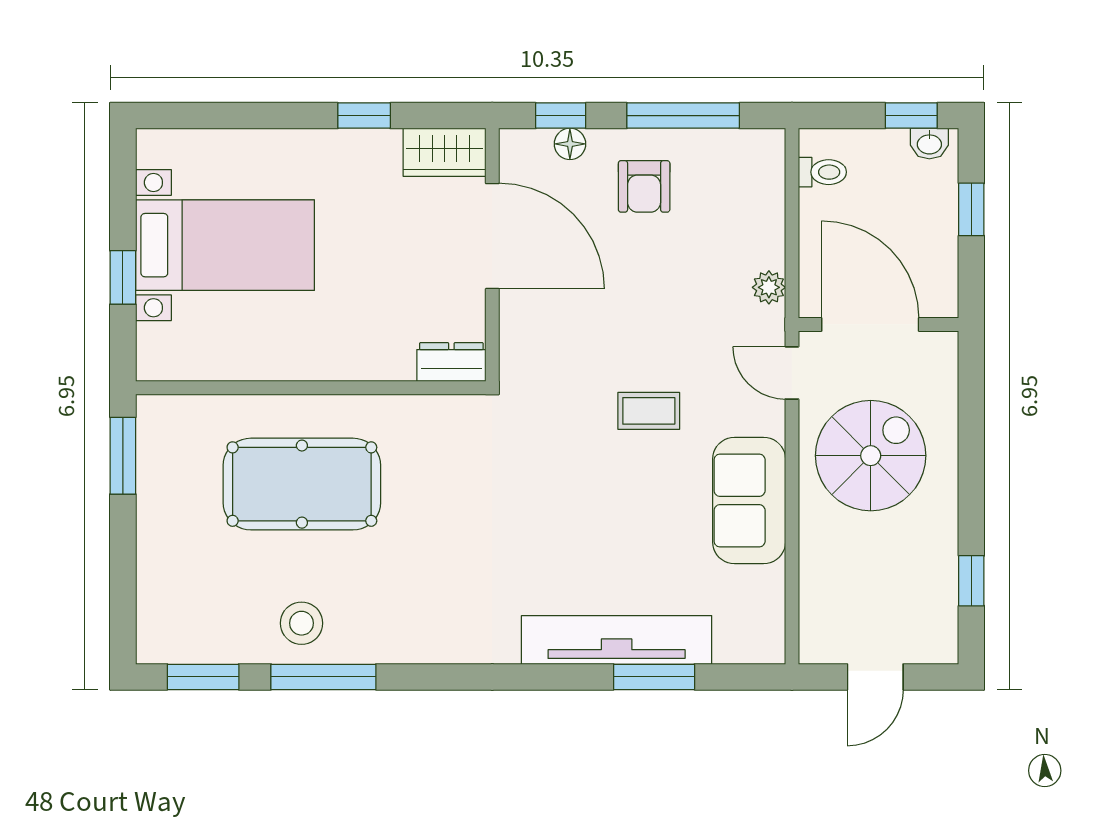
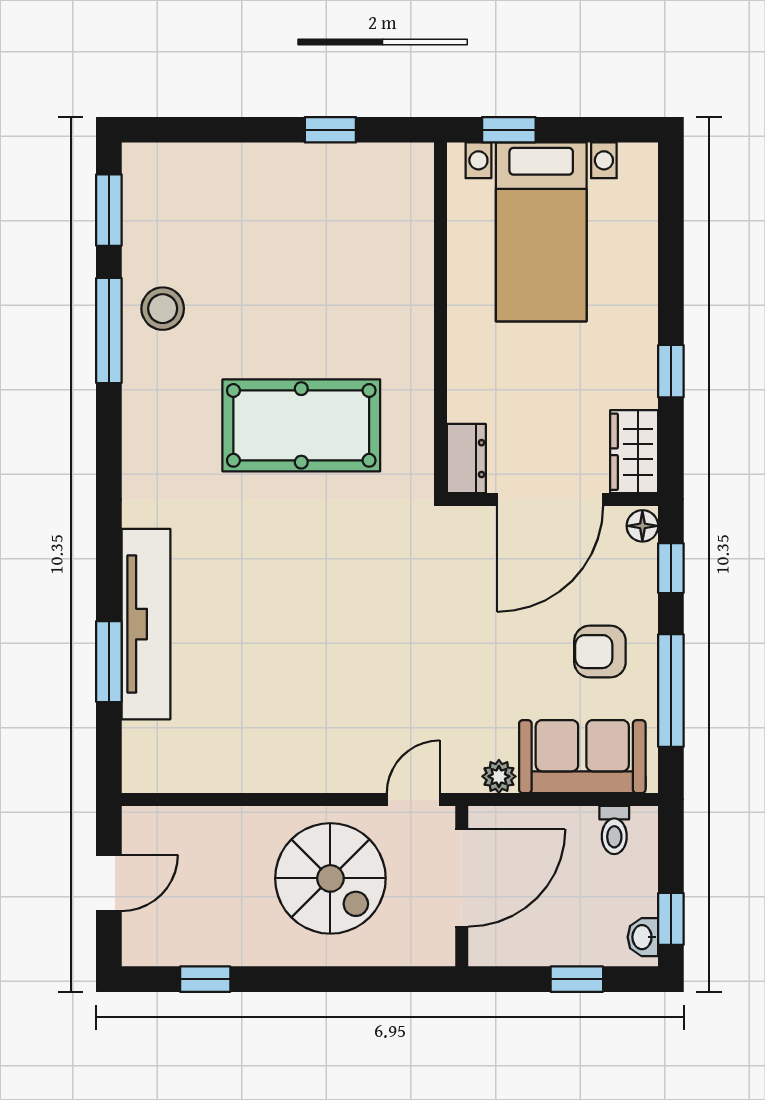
floor lamp: (570, 144) -> (642, 526), moved
dresser: (451, 362) -> (466, 459), moved
wall: (311, 388) -> (441, 318), moved
coffee table: (649, 411) -> (375, 656), removed
window: (123, 456) -> (330, 130), width x0.67
pool table: (302, 484) -> (301, 425), moved, turned 90
sofa: (749, 501) -> (582, 757), moved
door: (875, 677) -> (109, 883), swing flipped

